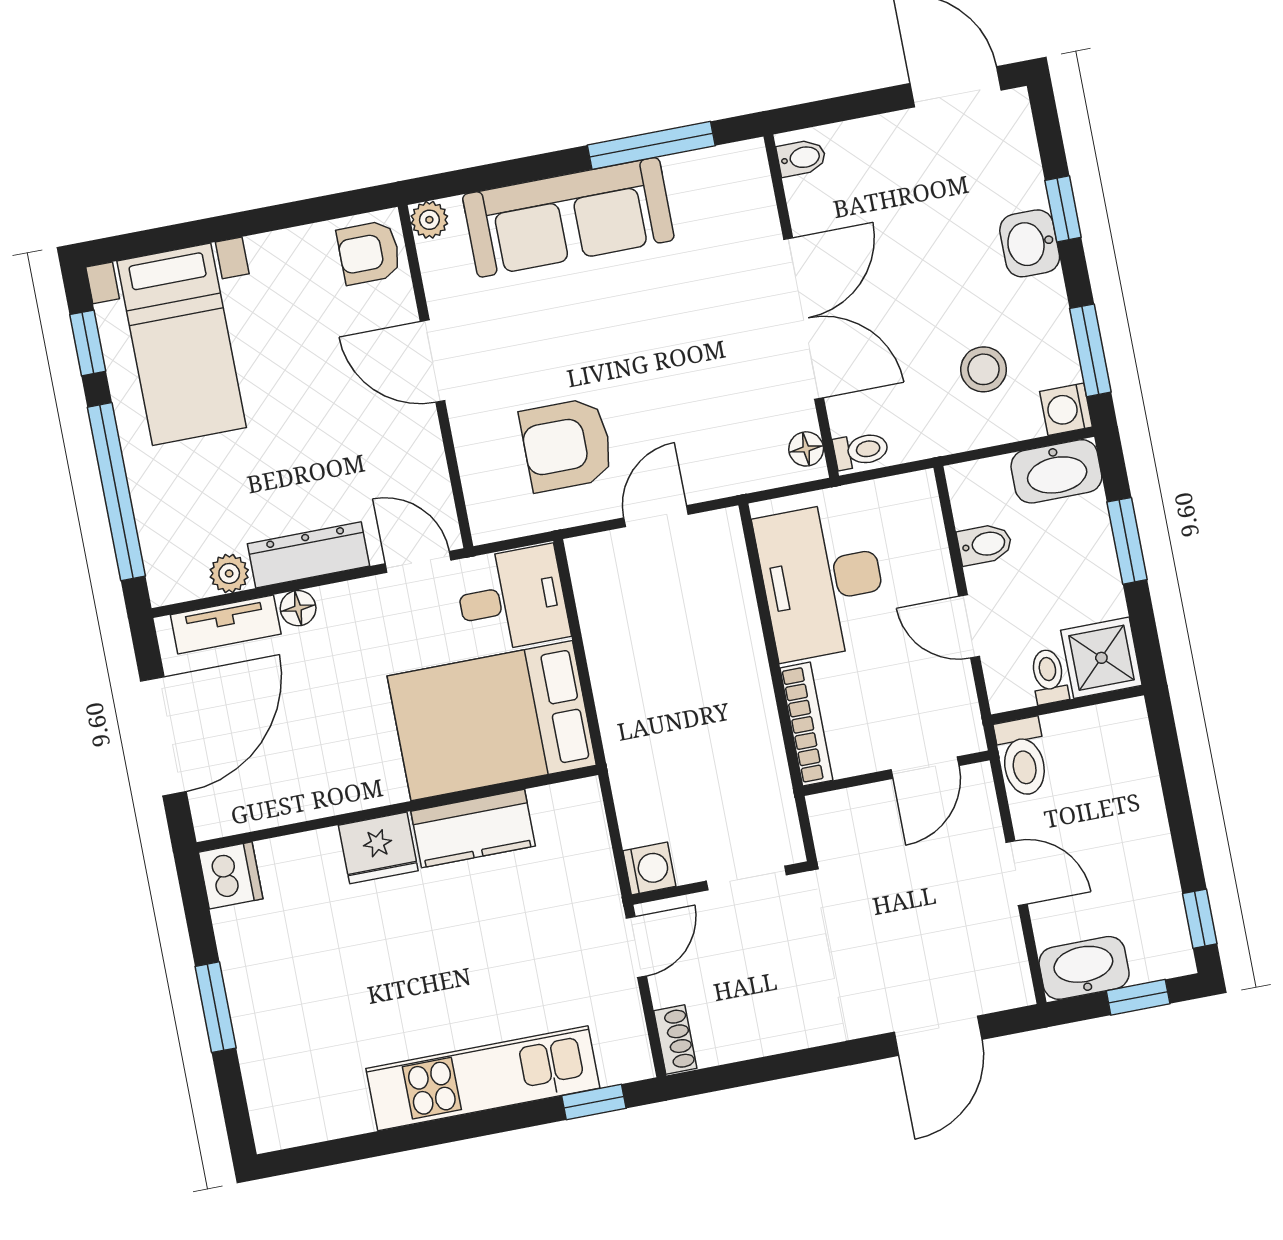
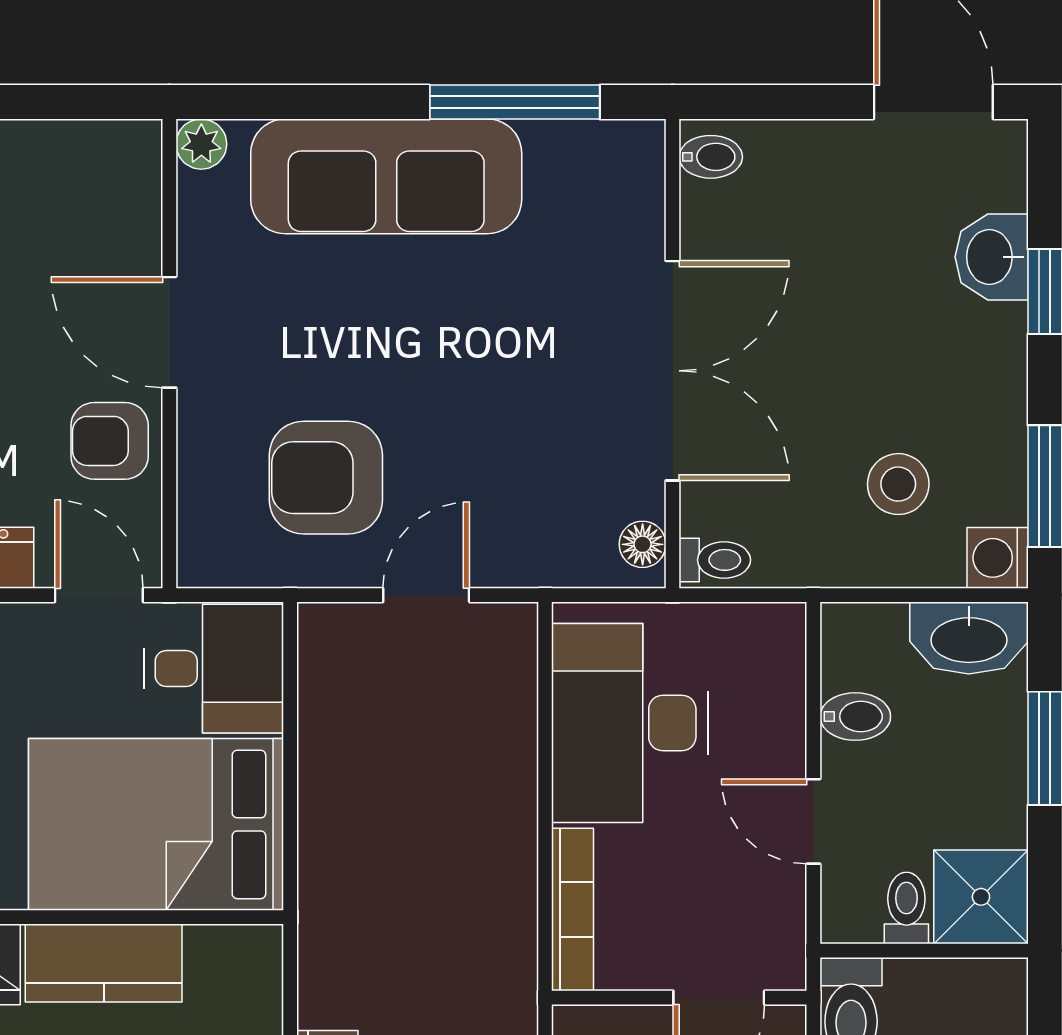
washbasin: (1030, 243) -> (992, 257), moved
armchair: (369, 253) -> (110, 441), moved

